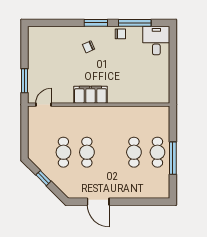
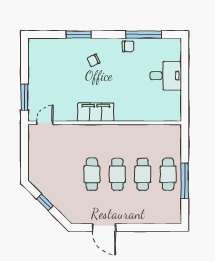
window: (96, 23) -> (78, 35), moved
desk: (156, 41) -> (166, 76), moved, turned 90
cafe table: (63, 152) -> (117, 174), moved

